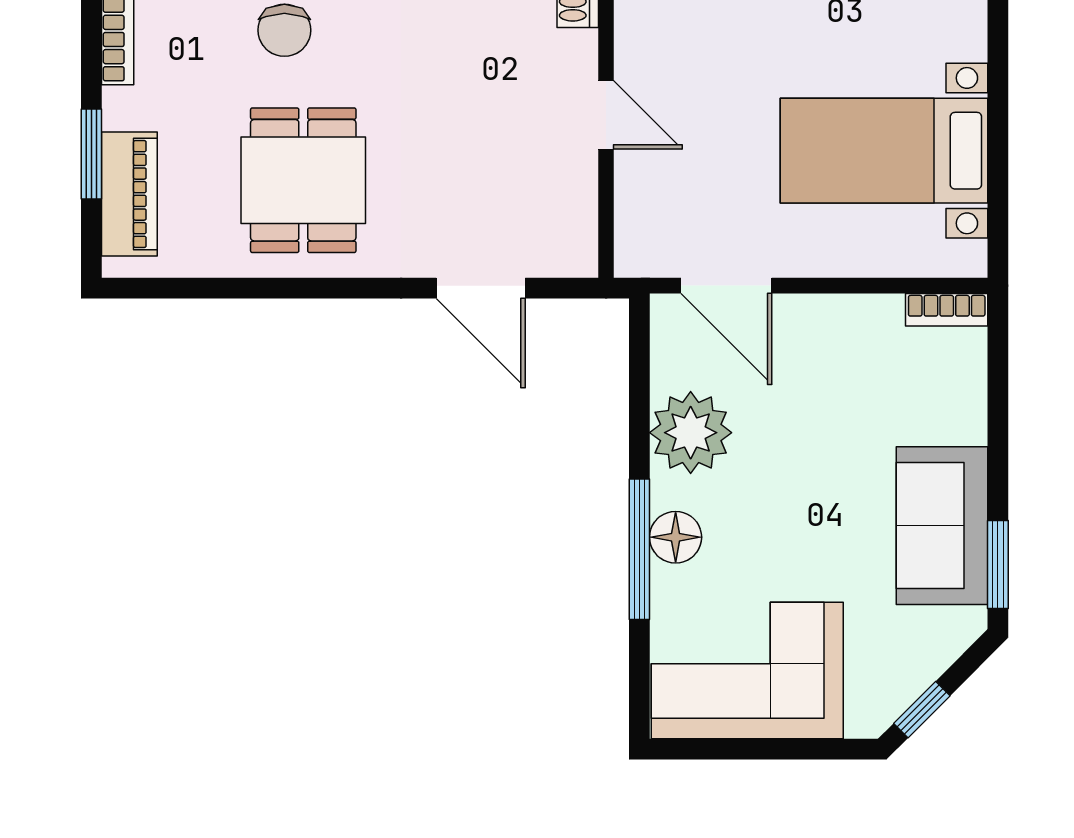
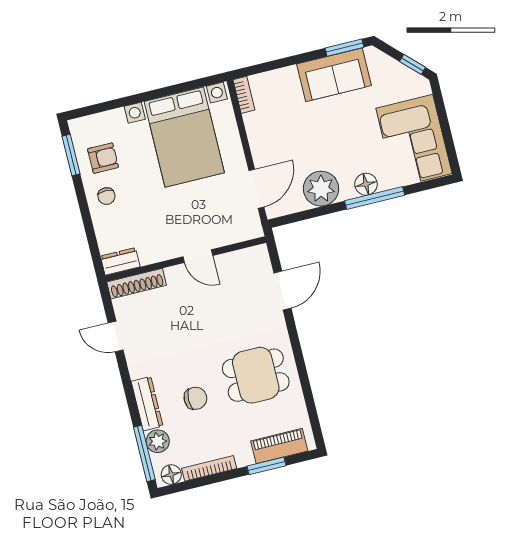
door: (606, 115) -> (198, 256), swing flipped
bed with nightstands: (884, 151) -> (184, 137), width x1.36

